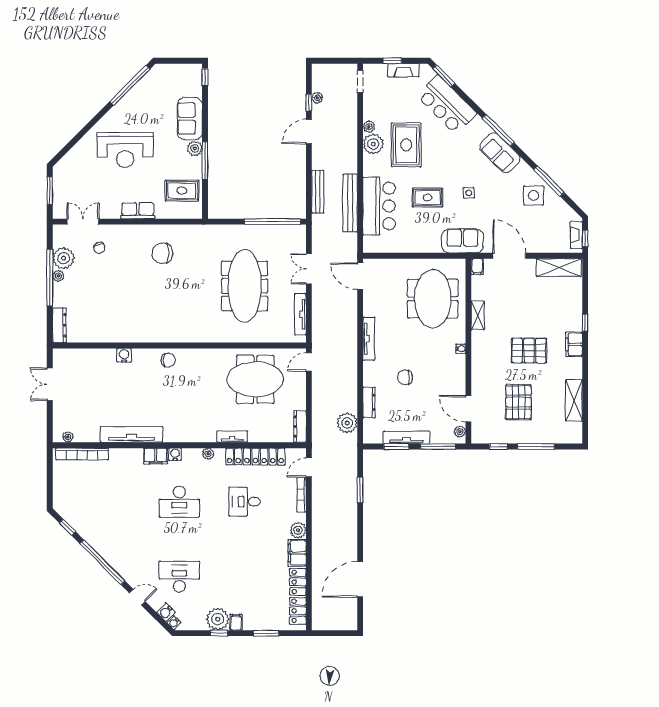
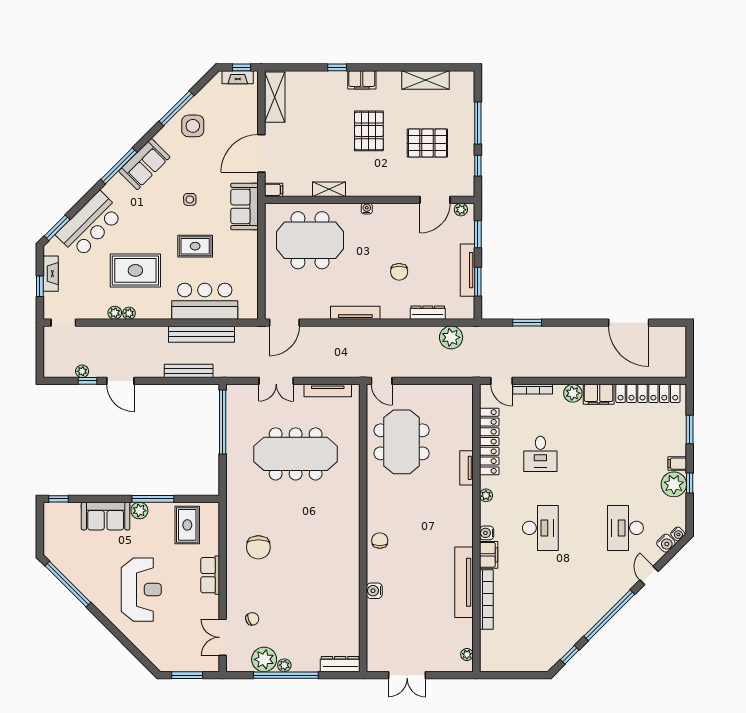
plant: (373, 144) -> (129, 313), width x0.53, depth x0.53
rug: (428, 198) -> (195, 246), turned 90
dresser: (300, 427) -> (455, 391), removed
window: (438, 447) -> (478, 234), width x0.69
bookcase: (82, 454) -> (486, 600), moved

